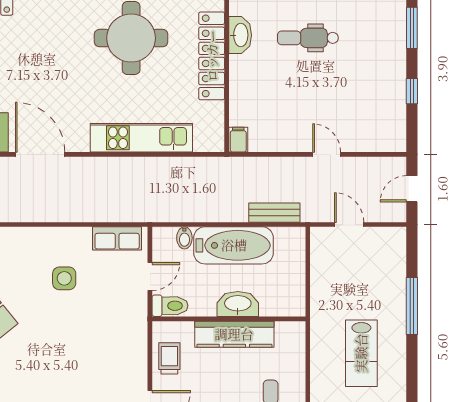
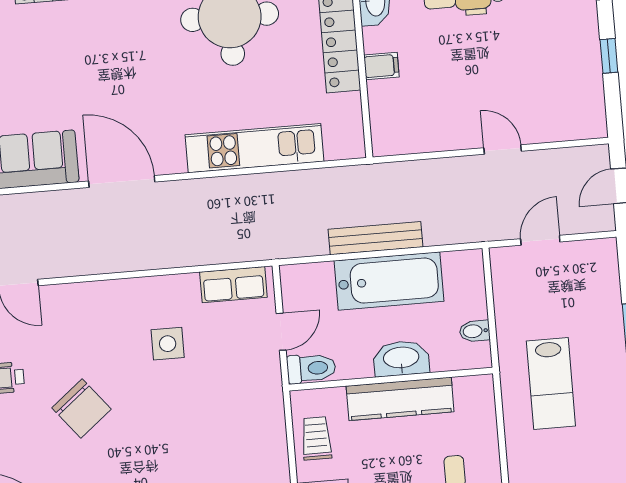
filing cabinet: (238, 140) -> (381, 66), moved, turned 90
bench: (274, 213) -> (376, 238), moved, width x1.36
door: (349, 225) -> (540, 240), hinge flipped
bidet: (184, 238) -> (475, 331), moved, turned 90
lab bench: (361, 353) -> (551, 383), moved

